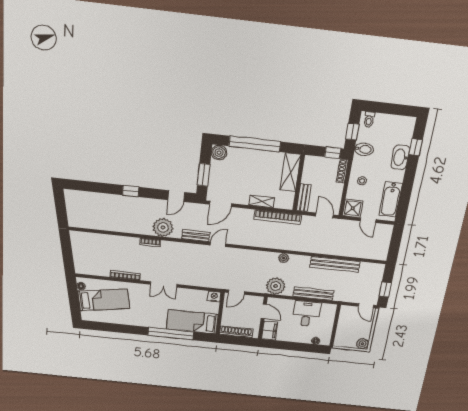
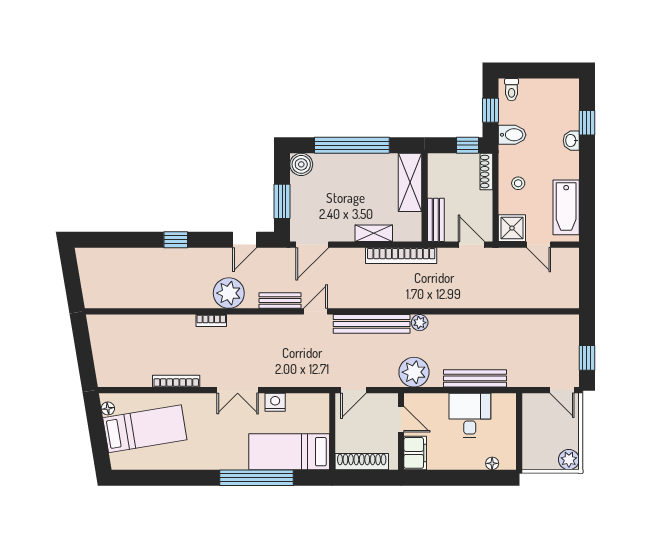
washbasin: (400, 157) -> (571, 141), width x0.52, depth x0.69
bench: (335, 264) -> (372, 324), moved
nightstand: (214, 297) -> (275, 402), moved

